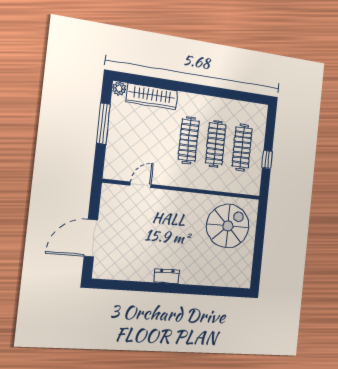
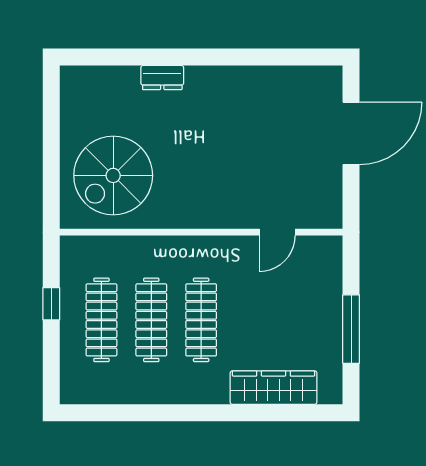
plant: (119, 88) -> (331, 393), removed
dresser: (167, 276) -> (162, 78), moved

